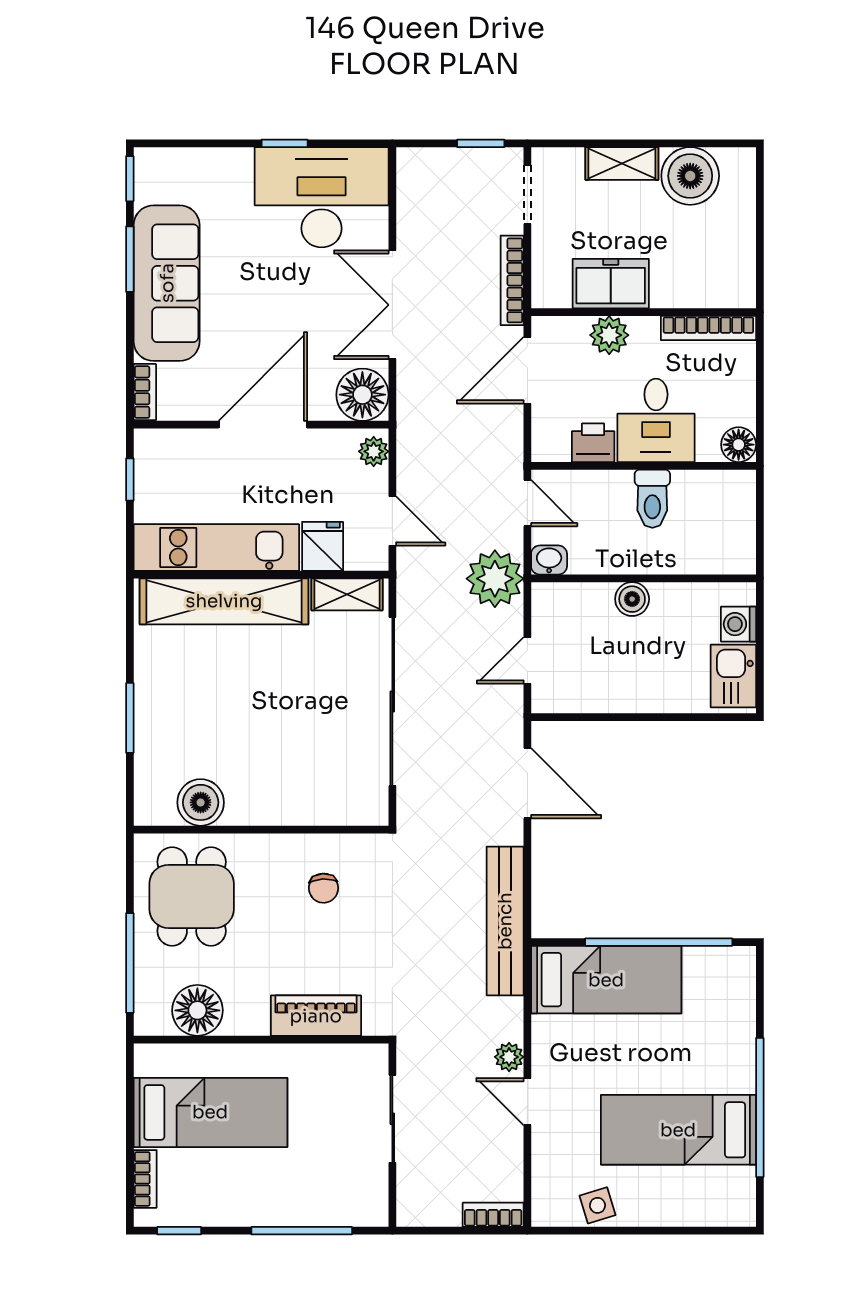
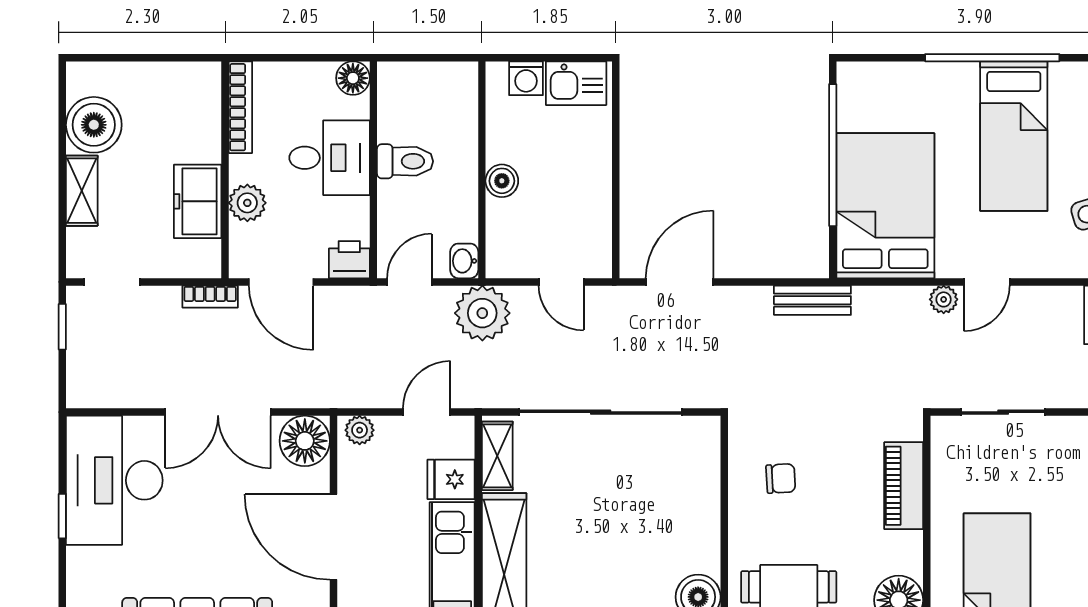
bookcase: (512, 280) -> (210, 297), width x0.64
printer: (593, 443) -> (349, 260), moved, turned 90
bench: (505, 921) -> (812, 300), width x0.54, depth x0.82
bed: (606, 980) -> (885, 206), width x1.50

